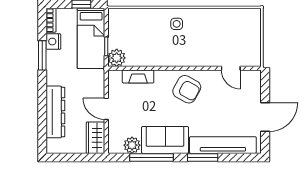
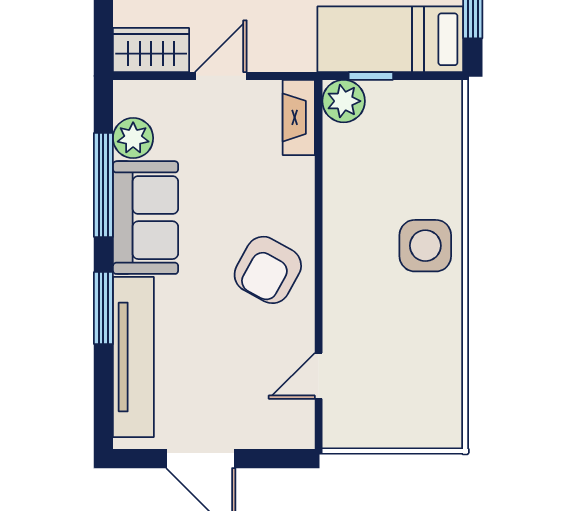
side table: (177, 24) -> (425, 246), width x1.87, depth x1.87
fireplace: (138, 76) -> (299, 117), moved

